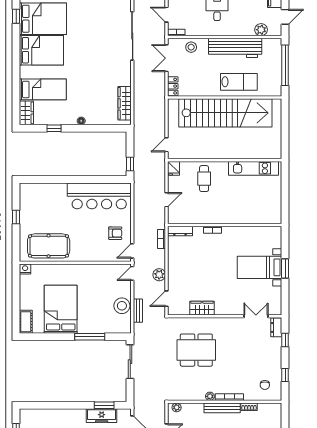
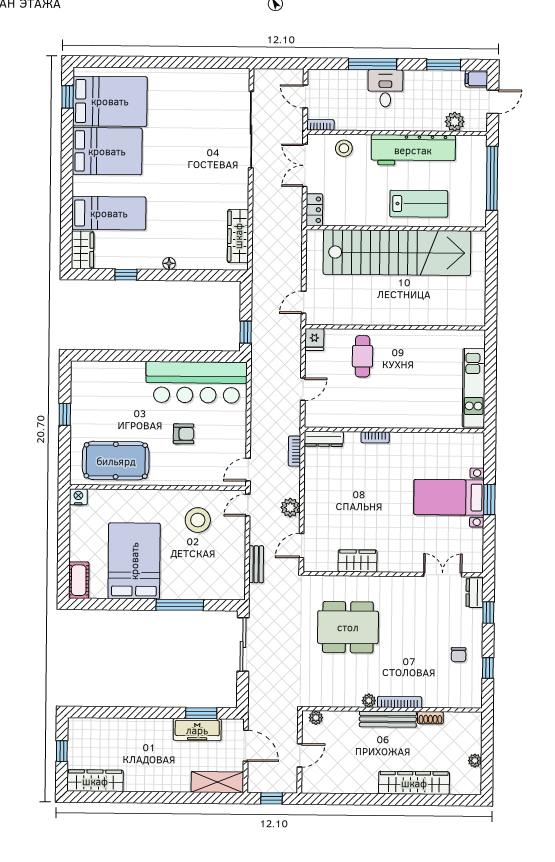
kitchen unit: (253, 168) -> (474, 388), moved, turned 90
armchair: (115, 233) -> (184, 434), moved
stool: (122, 306) -> (198, 520), moved
chair: (265, 385) -> (459, 655), moved

